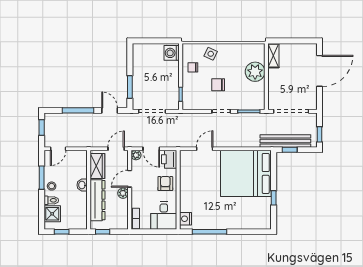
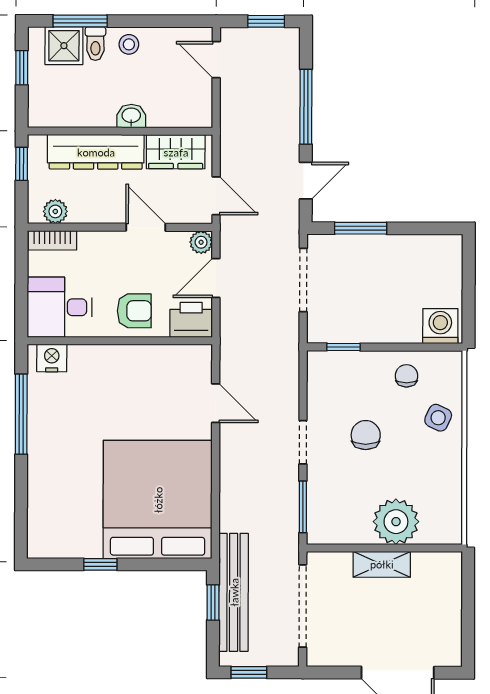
shelving: (273, 56) -> (382, 564), moved
window: (42, 178) -> (80, 21), moved
plant: (123, 193) -> (55, 211), moved

